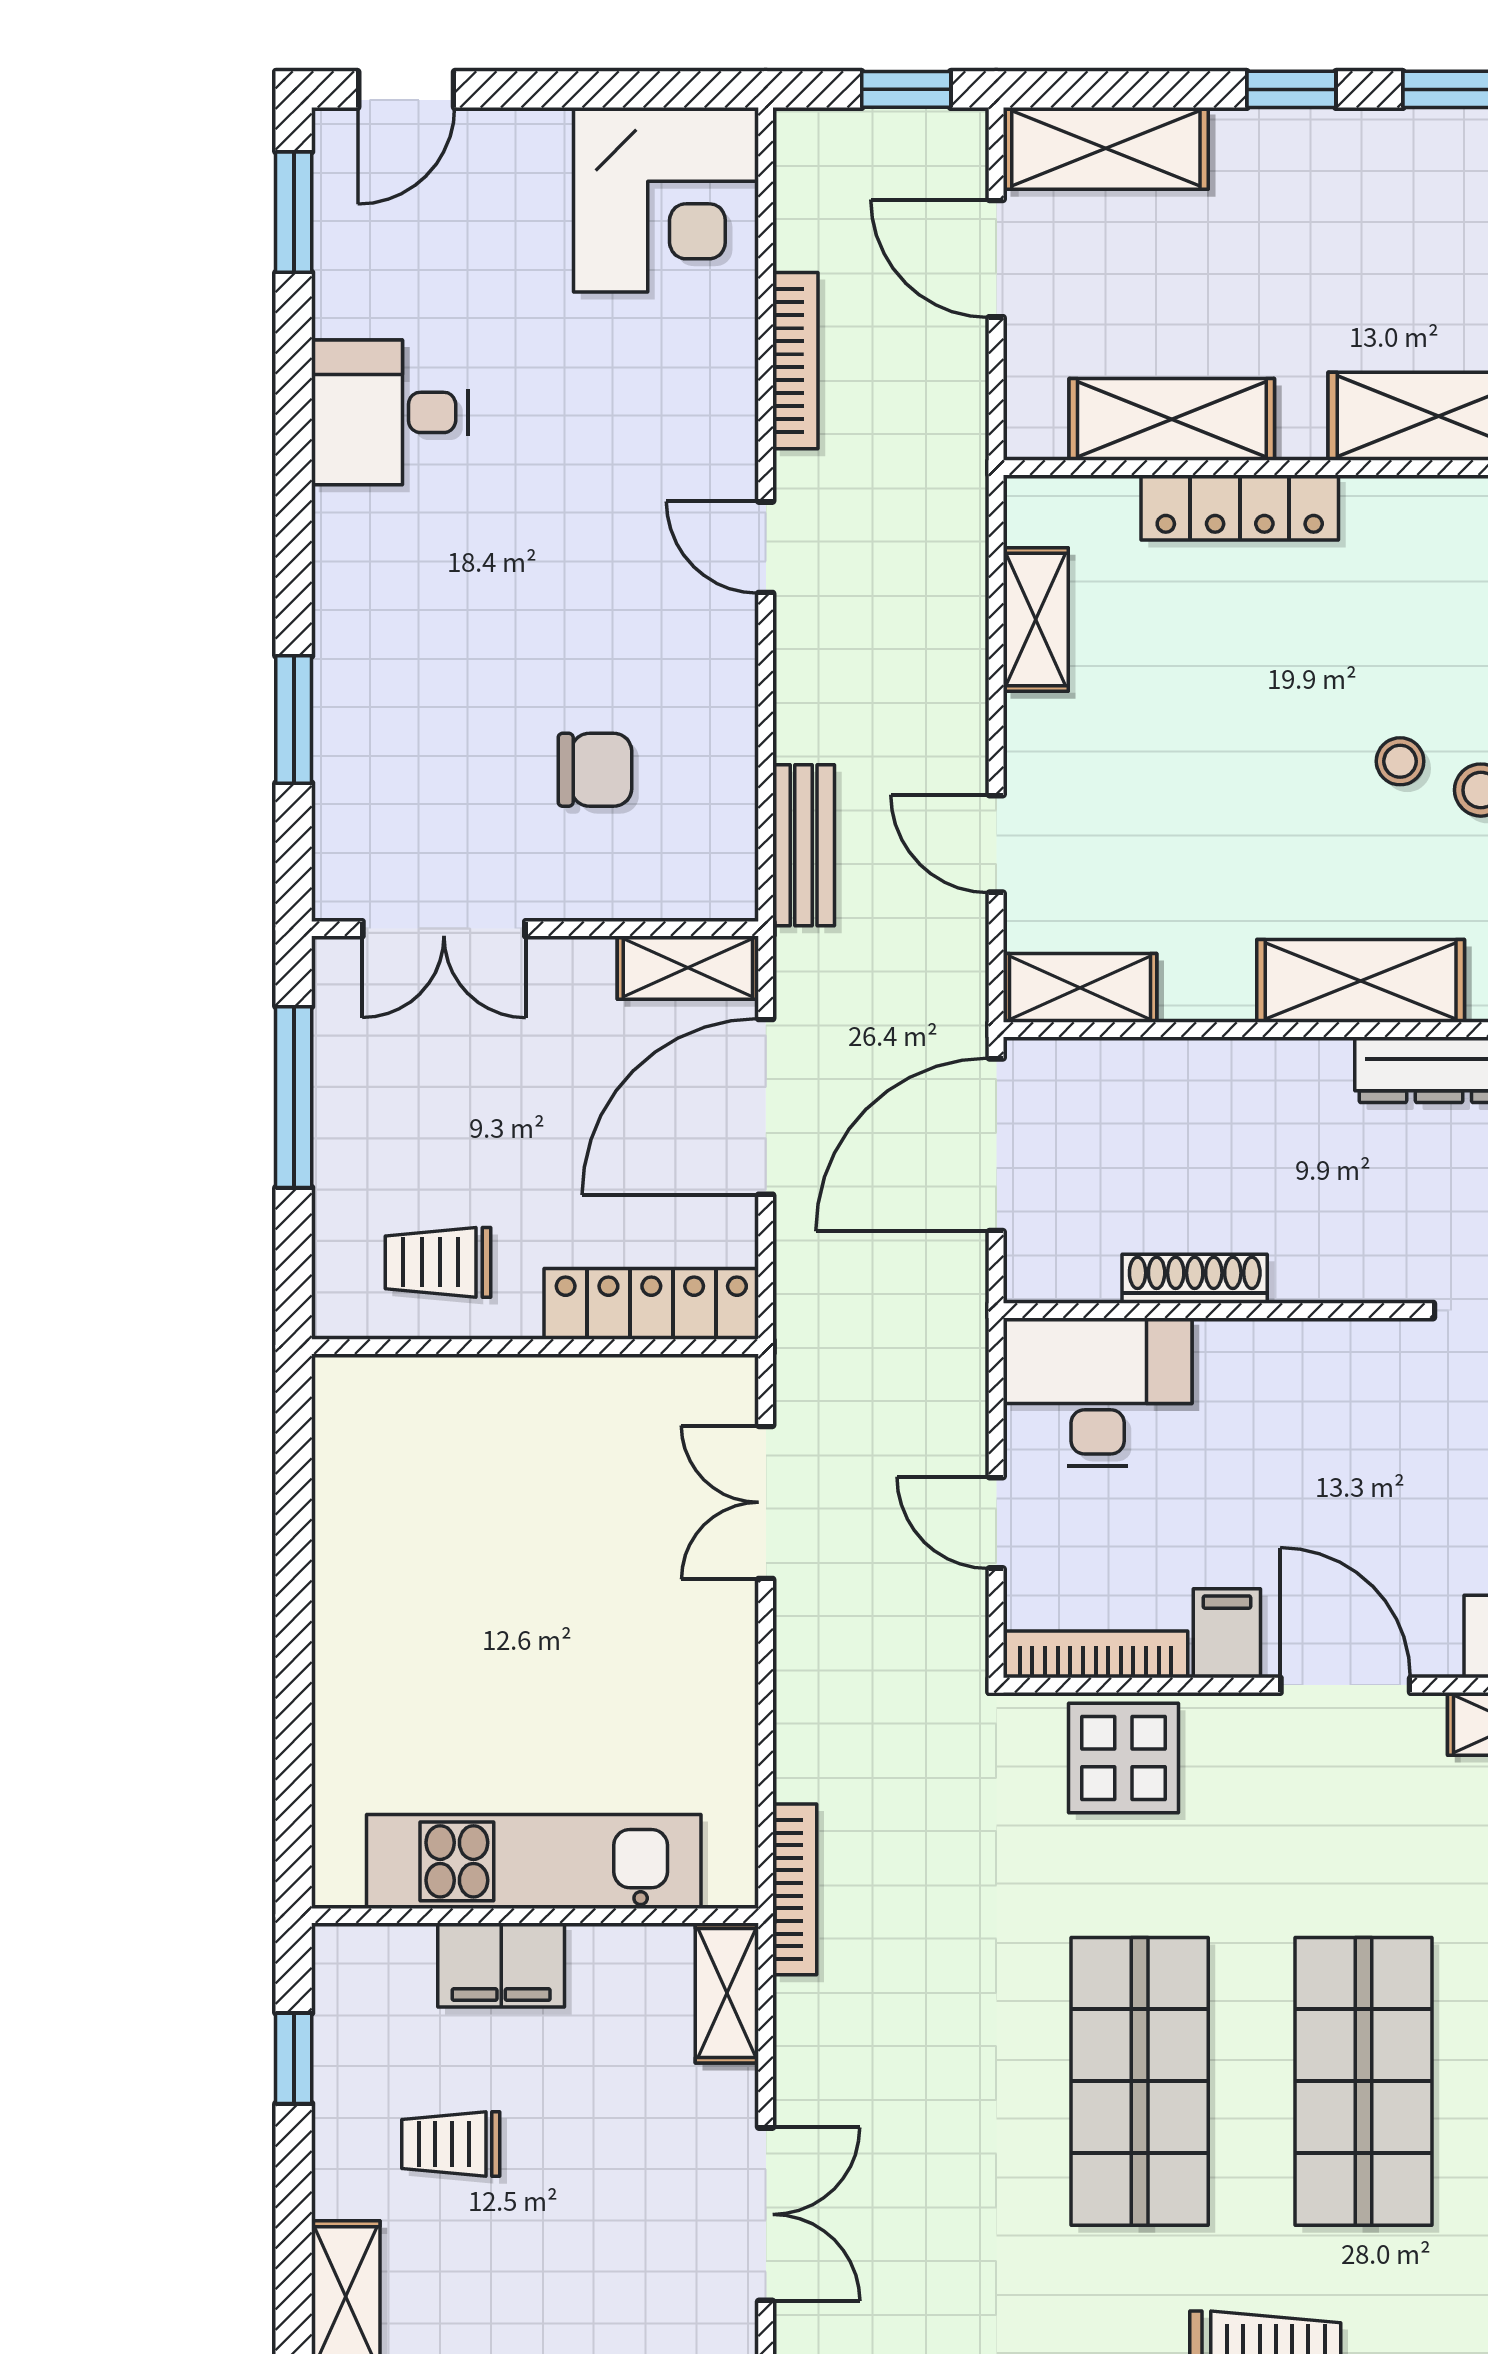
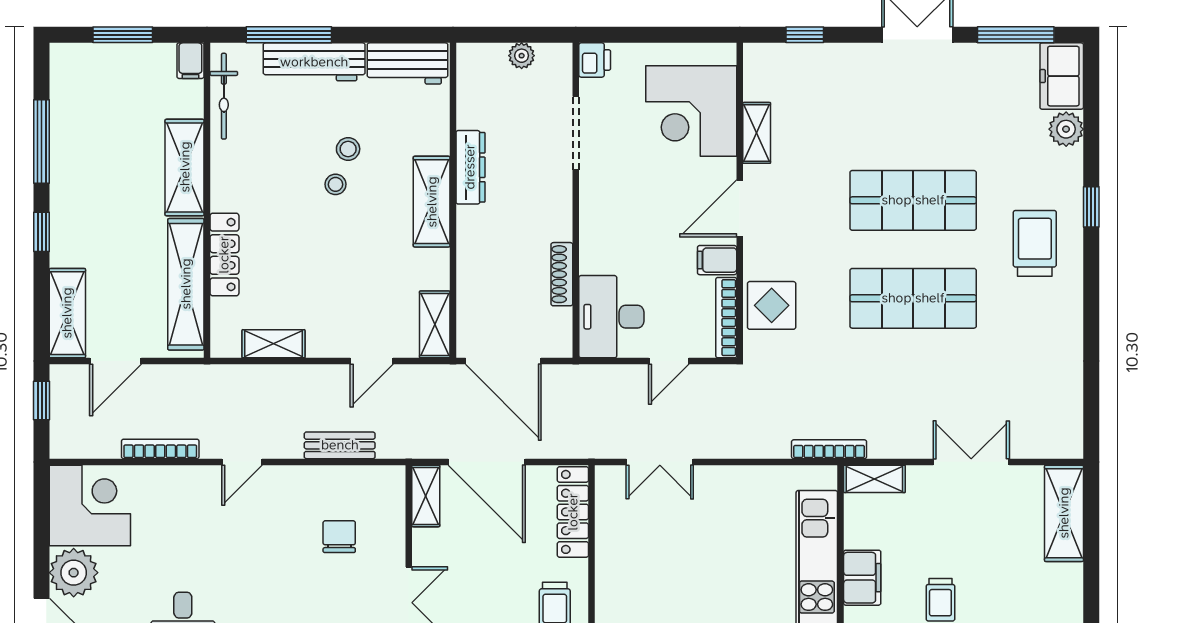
plant: (513, 163) -> (74, 573), added
shelving: (1172, 419) -> (186, 284), width x1.47
bench: (804, 845) -> (340, 445), moved

